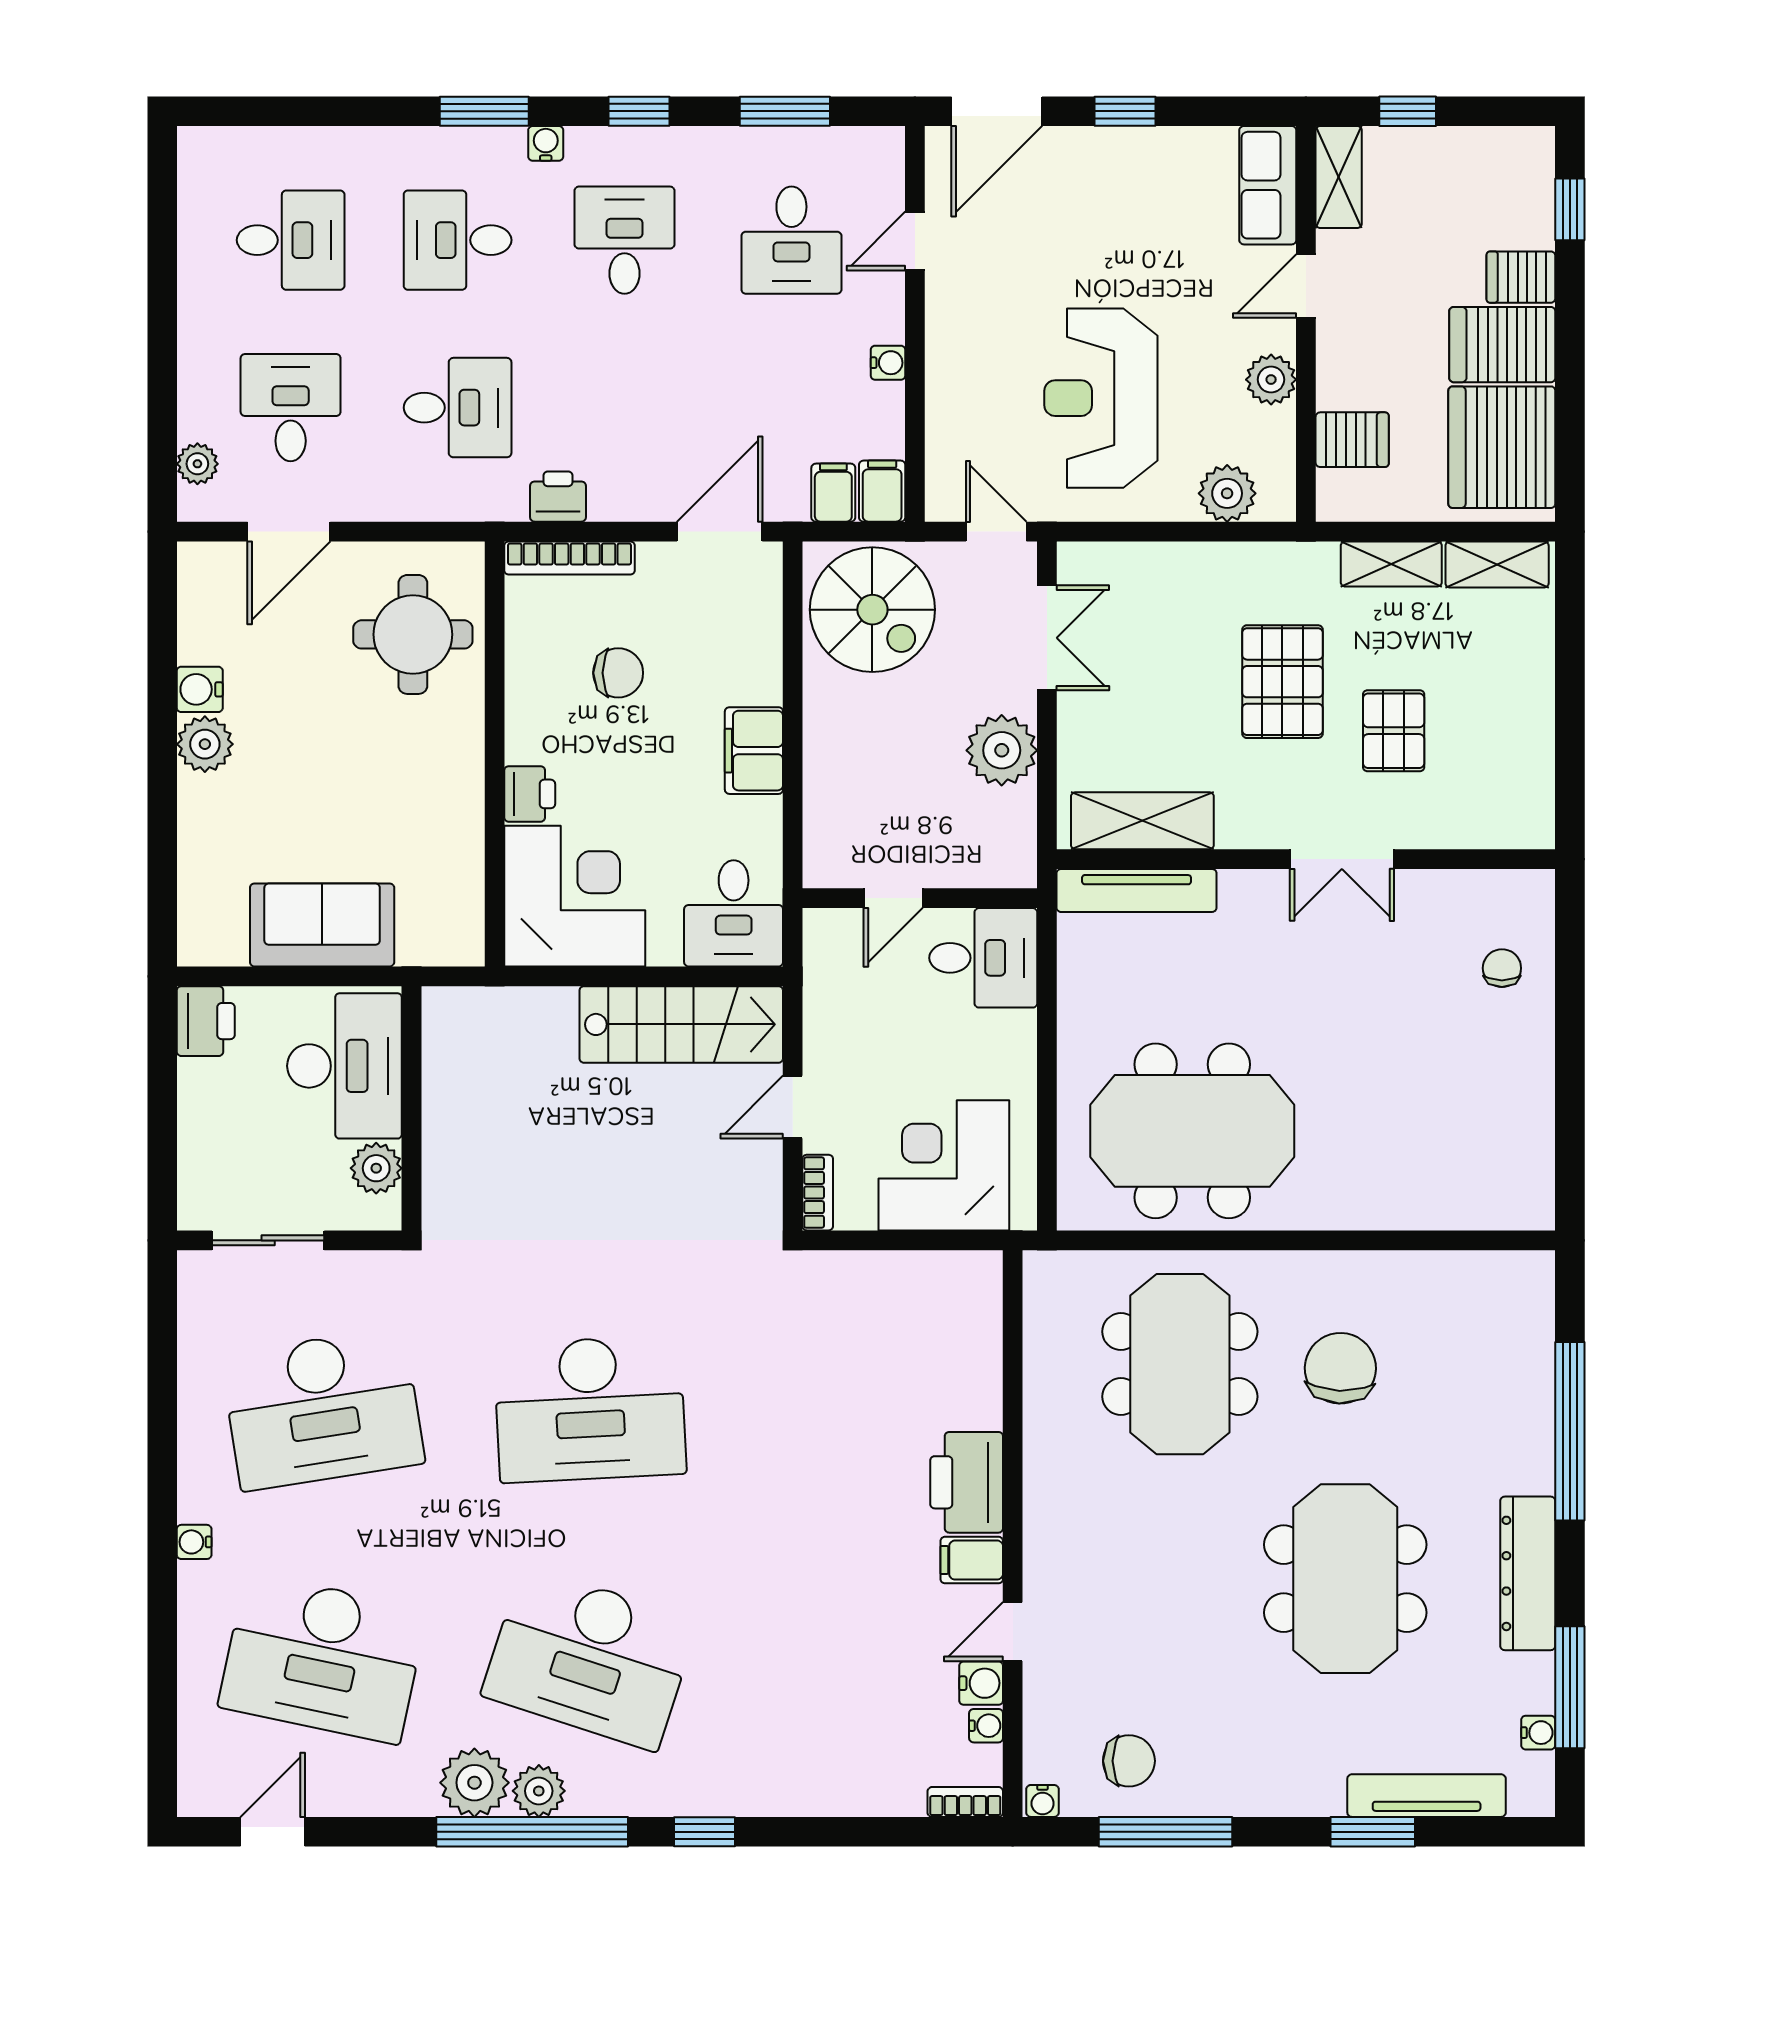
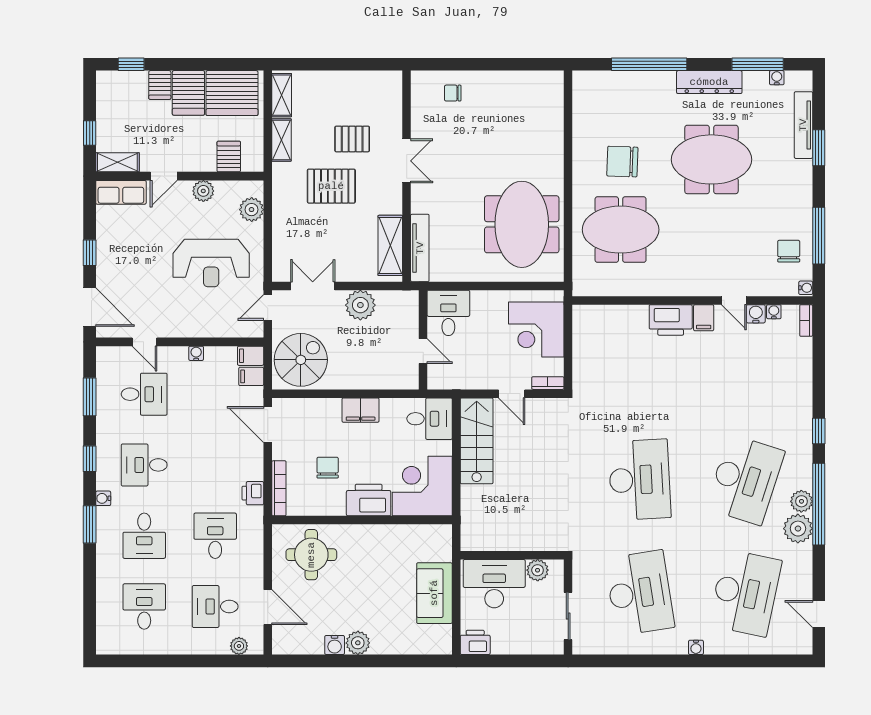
door: (1306, 286) -> (164, 176), hinge flipped
printer: (530, 794) -> (369, 500), width x1.87, depth x1.48

